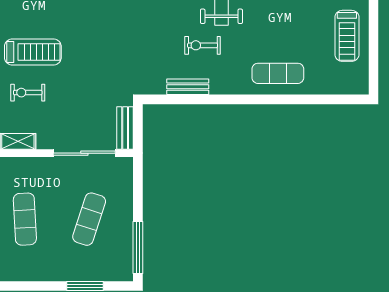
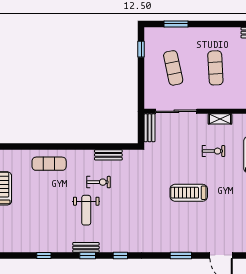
treadmill: (33, 52) -> (189, 193), moved
exercise mat: (89, 219) -> (173, 68), turned -30
window: (138, 248) -> (141, 49), width x0.46

